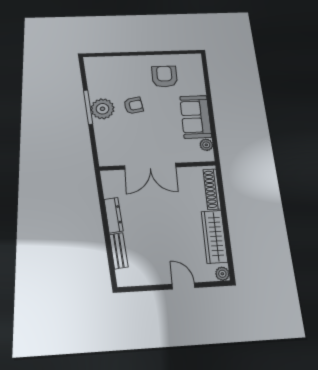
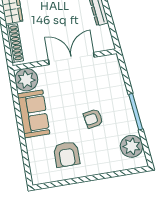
plant: (103, 109) -> (132, 146), moved
plant: (206, 145) -> (26, 80), width x1.88, depth x1.88

